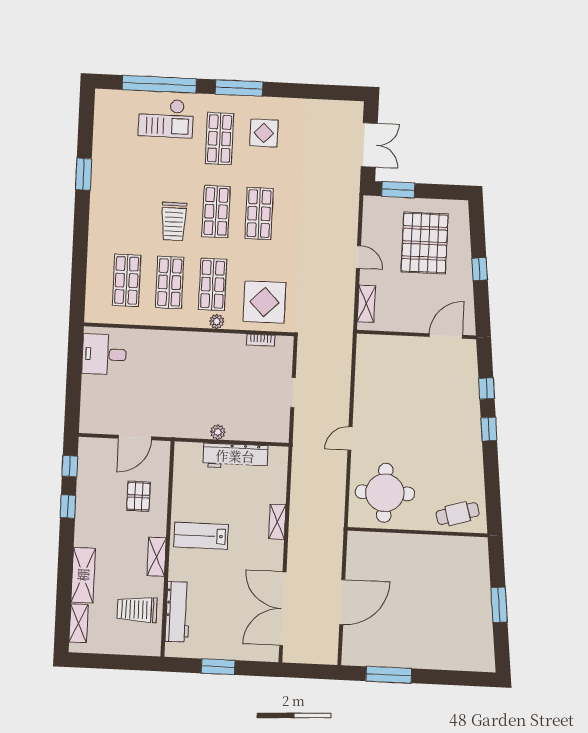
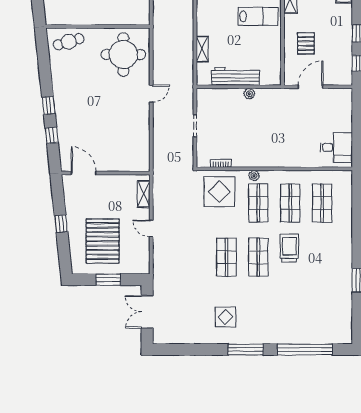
checkout: (166, 118) -> (299, 325), removed
shop shelf: (219, 139) -> (258, 311), removed
window: (398, 190) -> (108, 280), moved
door: (446, 336) -> (84, 173), swing flipped
shelving: (277, 522) -> (202, 49), moved

